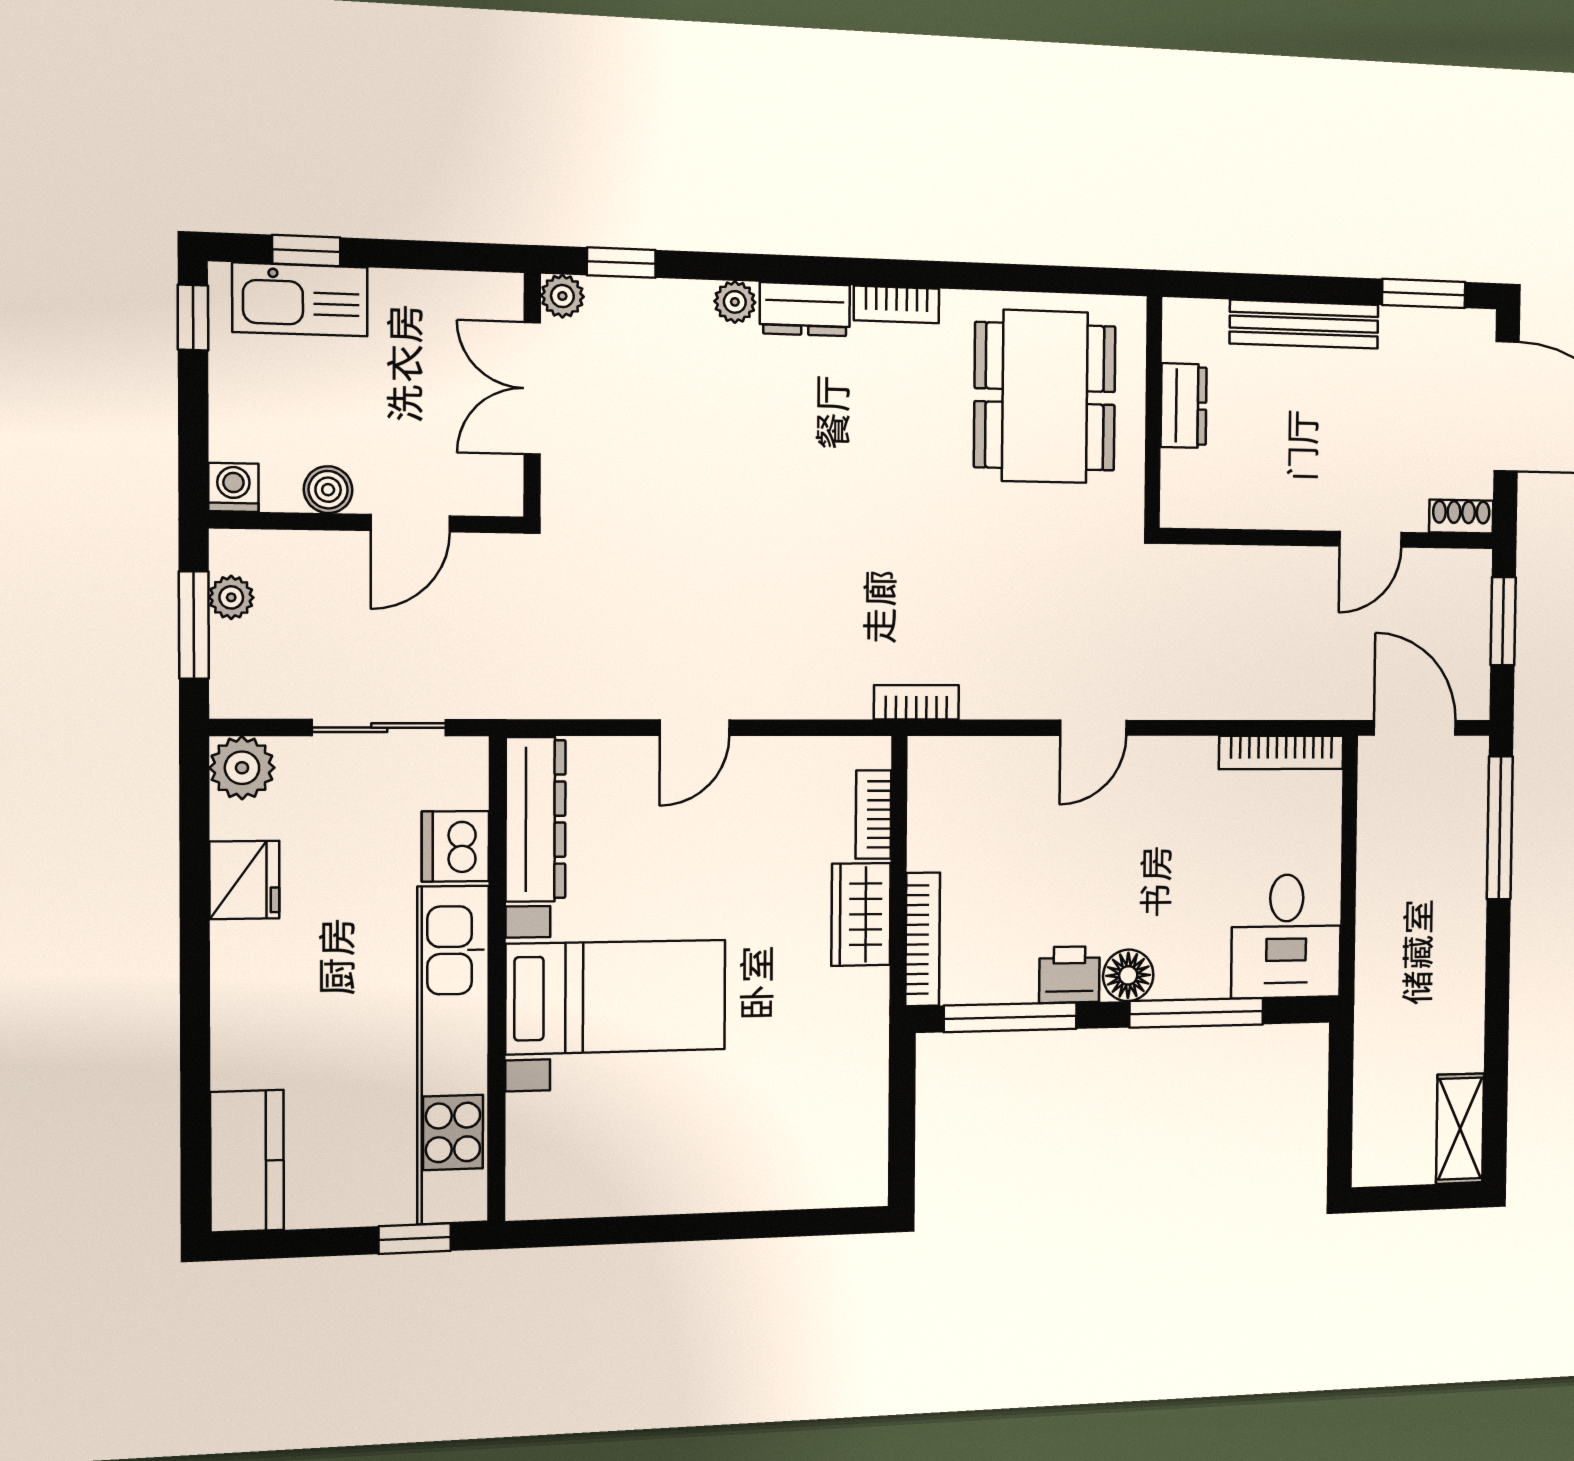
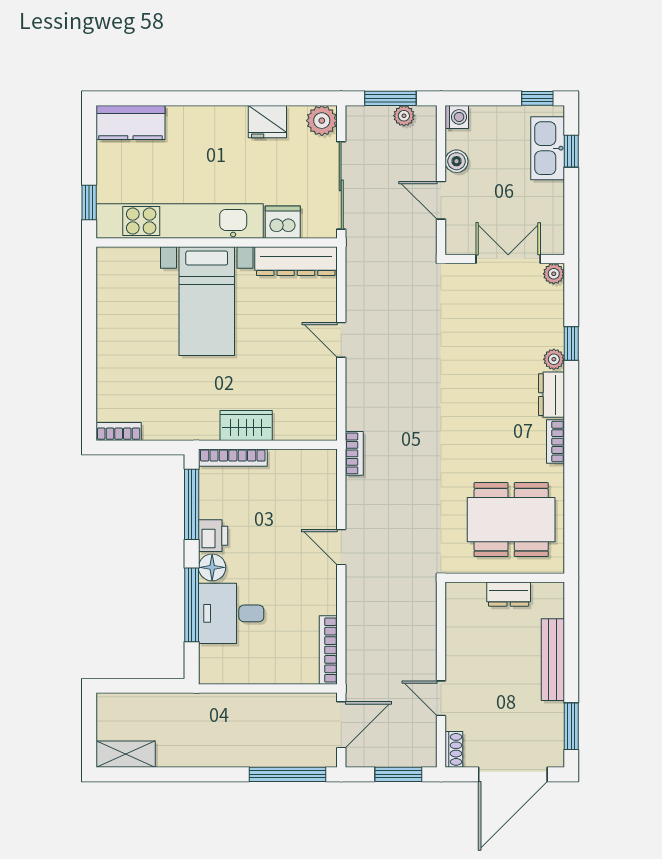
window: (621, 263) -> (571, 343), moved
sliding door: (379, 728) -> (341, 185), width x1.37
bookcase: (873, 815) -> (119, 432), moved
desk: (1286, 936) -> (231, 613), moved

